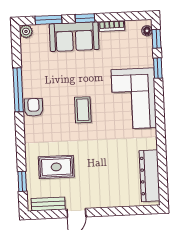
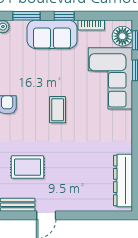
floor lamp: (147, 31) -> (122, 36), width x1.89, depth x1.89
corner sofa: (134, 99) -> (110, 78), moved

